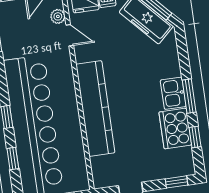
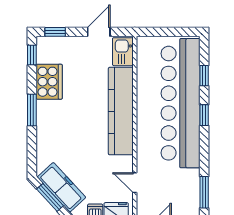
plant: (58, 16) -> (143, 202), removed
kitchen sink: (173, 93) -> (123, 52), moved, turned 180
window: (195, 137) -> (32, 55), moved

